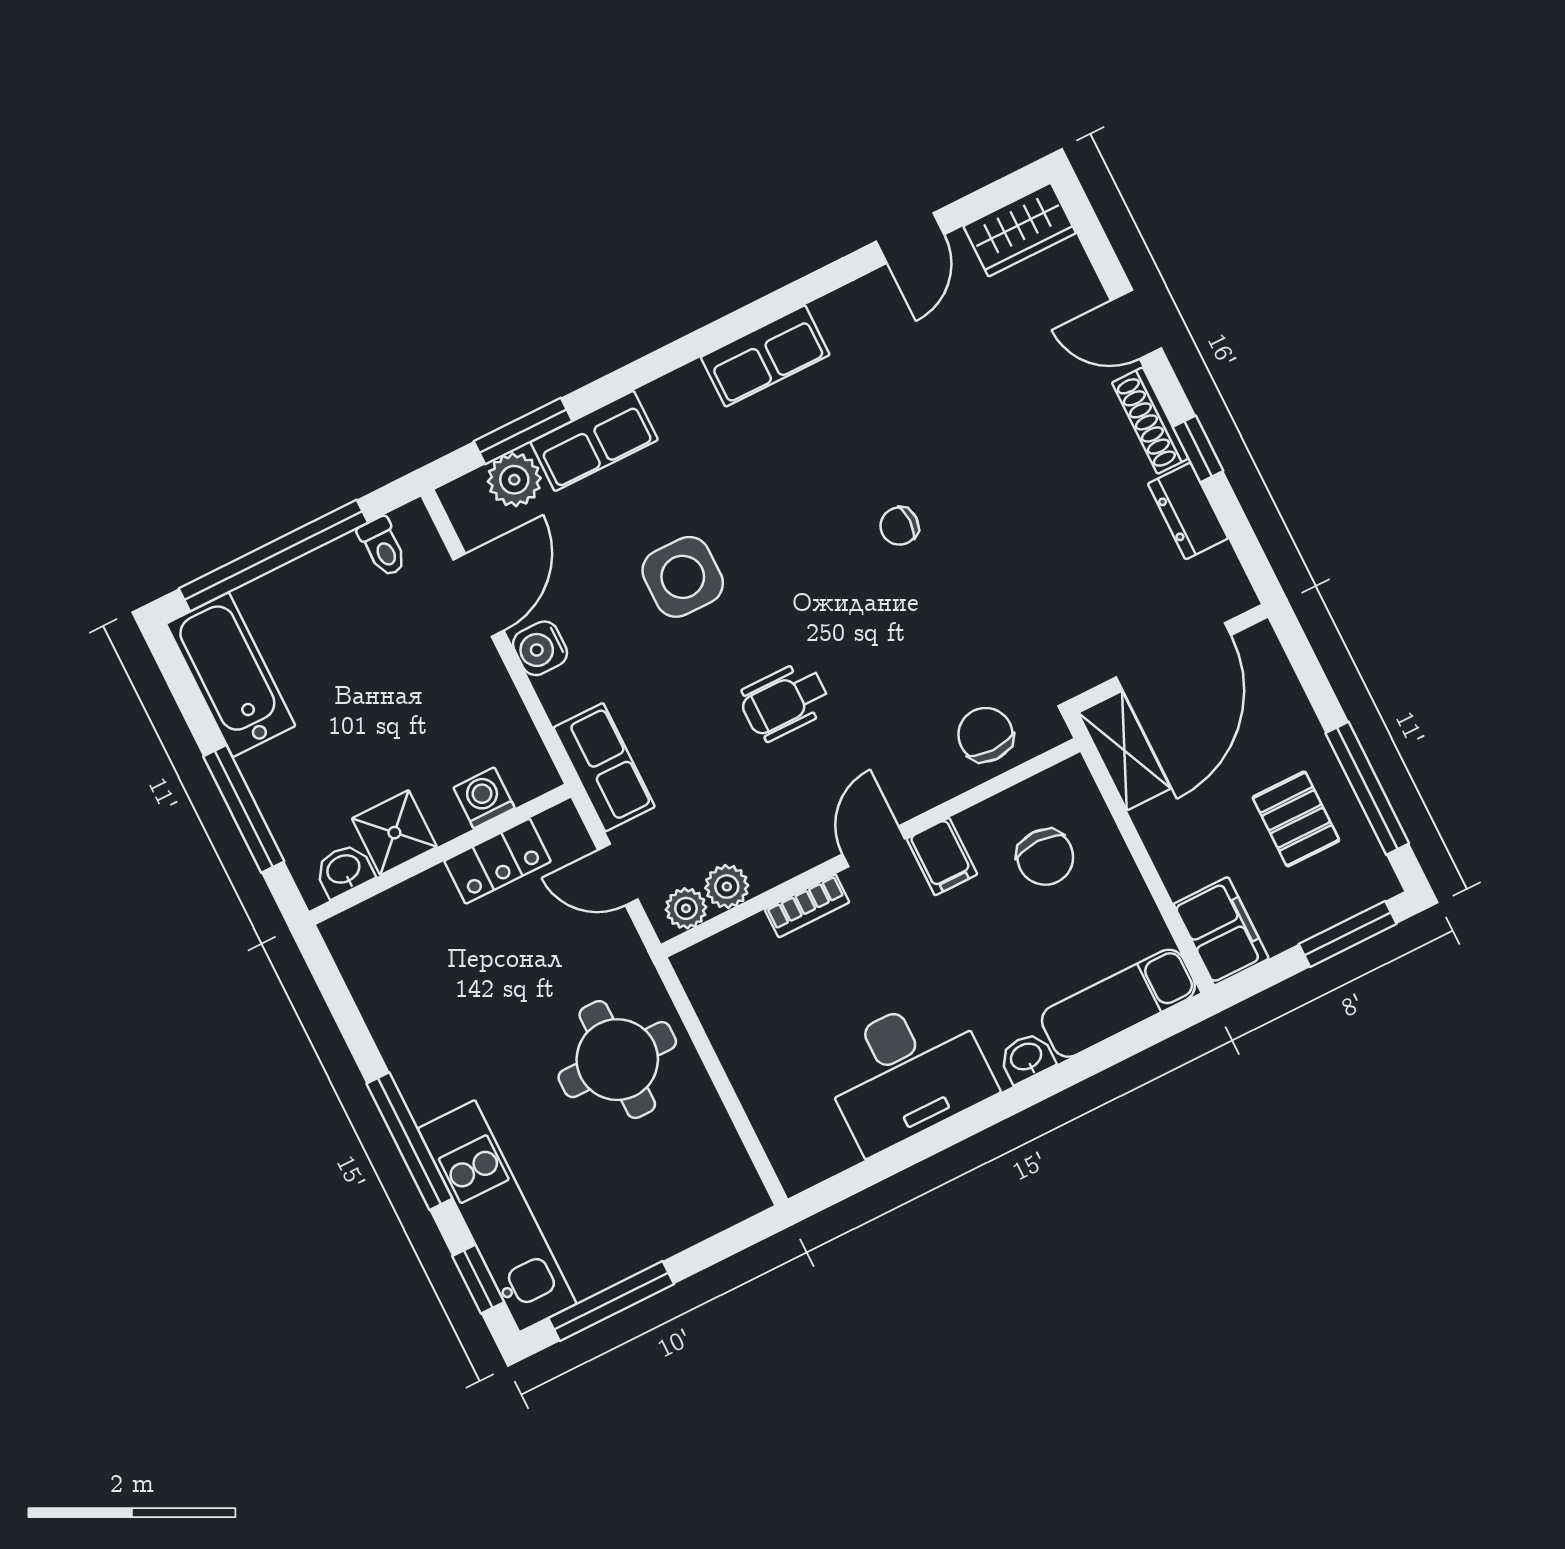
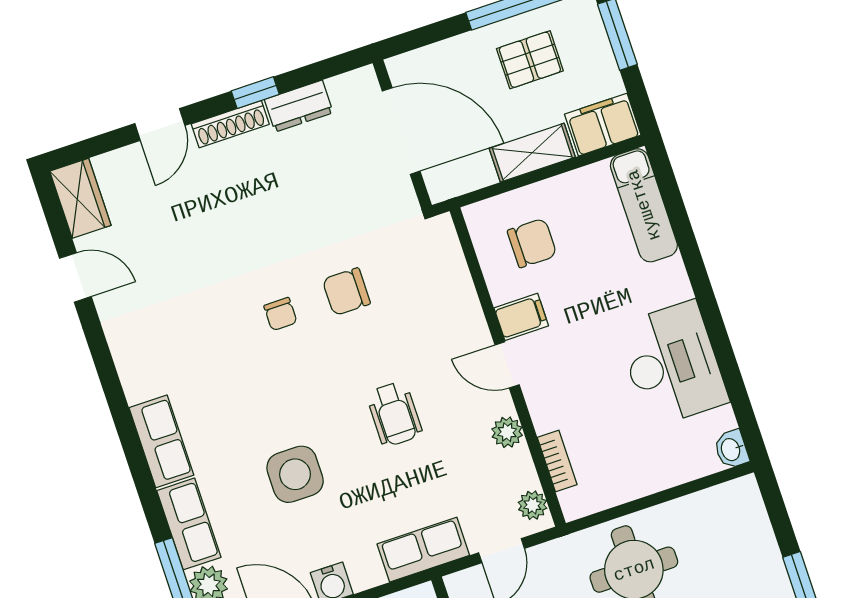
row of seats: (765, 356) -> (161, 441), moved
chair: (985, 735) -> (346, 292), moved
shelving: (1124, 751) -> (532, 153), moved
plant: (727, 887) -> (507, 432), moved
bookcase: (807, 906) -> (557, 461), moved
washbasin: (1027, 1058) -> (731, 449), moved

